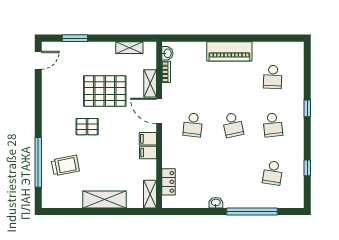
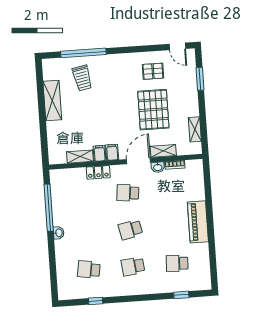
washbasin: (167, 53) -> (158, 167), moved
window: (307, 108) -> (181, 295), moved
pallet: (87, 127) -> (153, 71), moved, turned 90
locker: (168, 182) -> (98, 172), moved
shelving: (150, 194) -> (80, 157), moved
shelving: (104, 200) -> (52, 101), moved
washbasin: (216, 203) -> (59, 233), moved
window: (252, 212) -> (49, 208), moved

